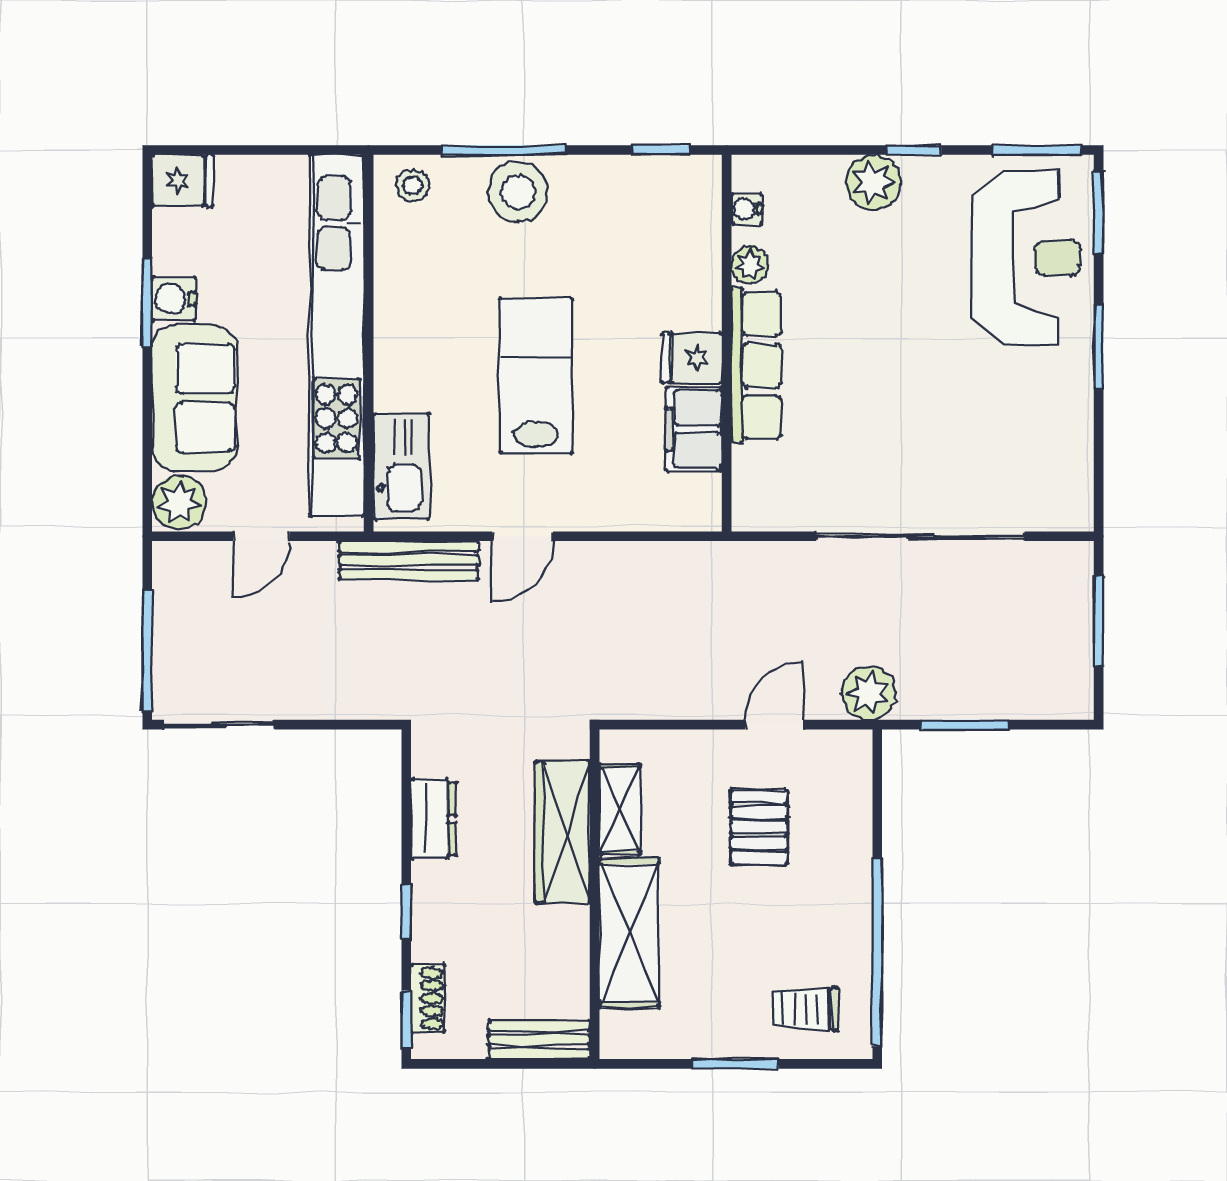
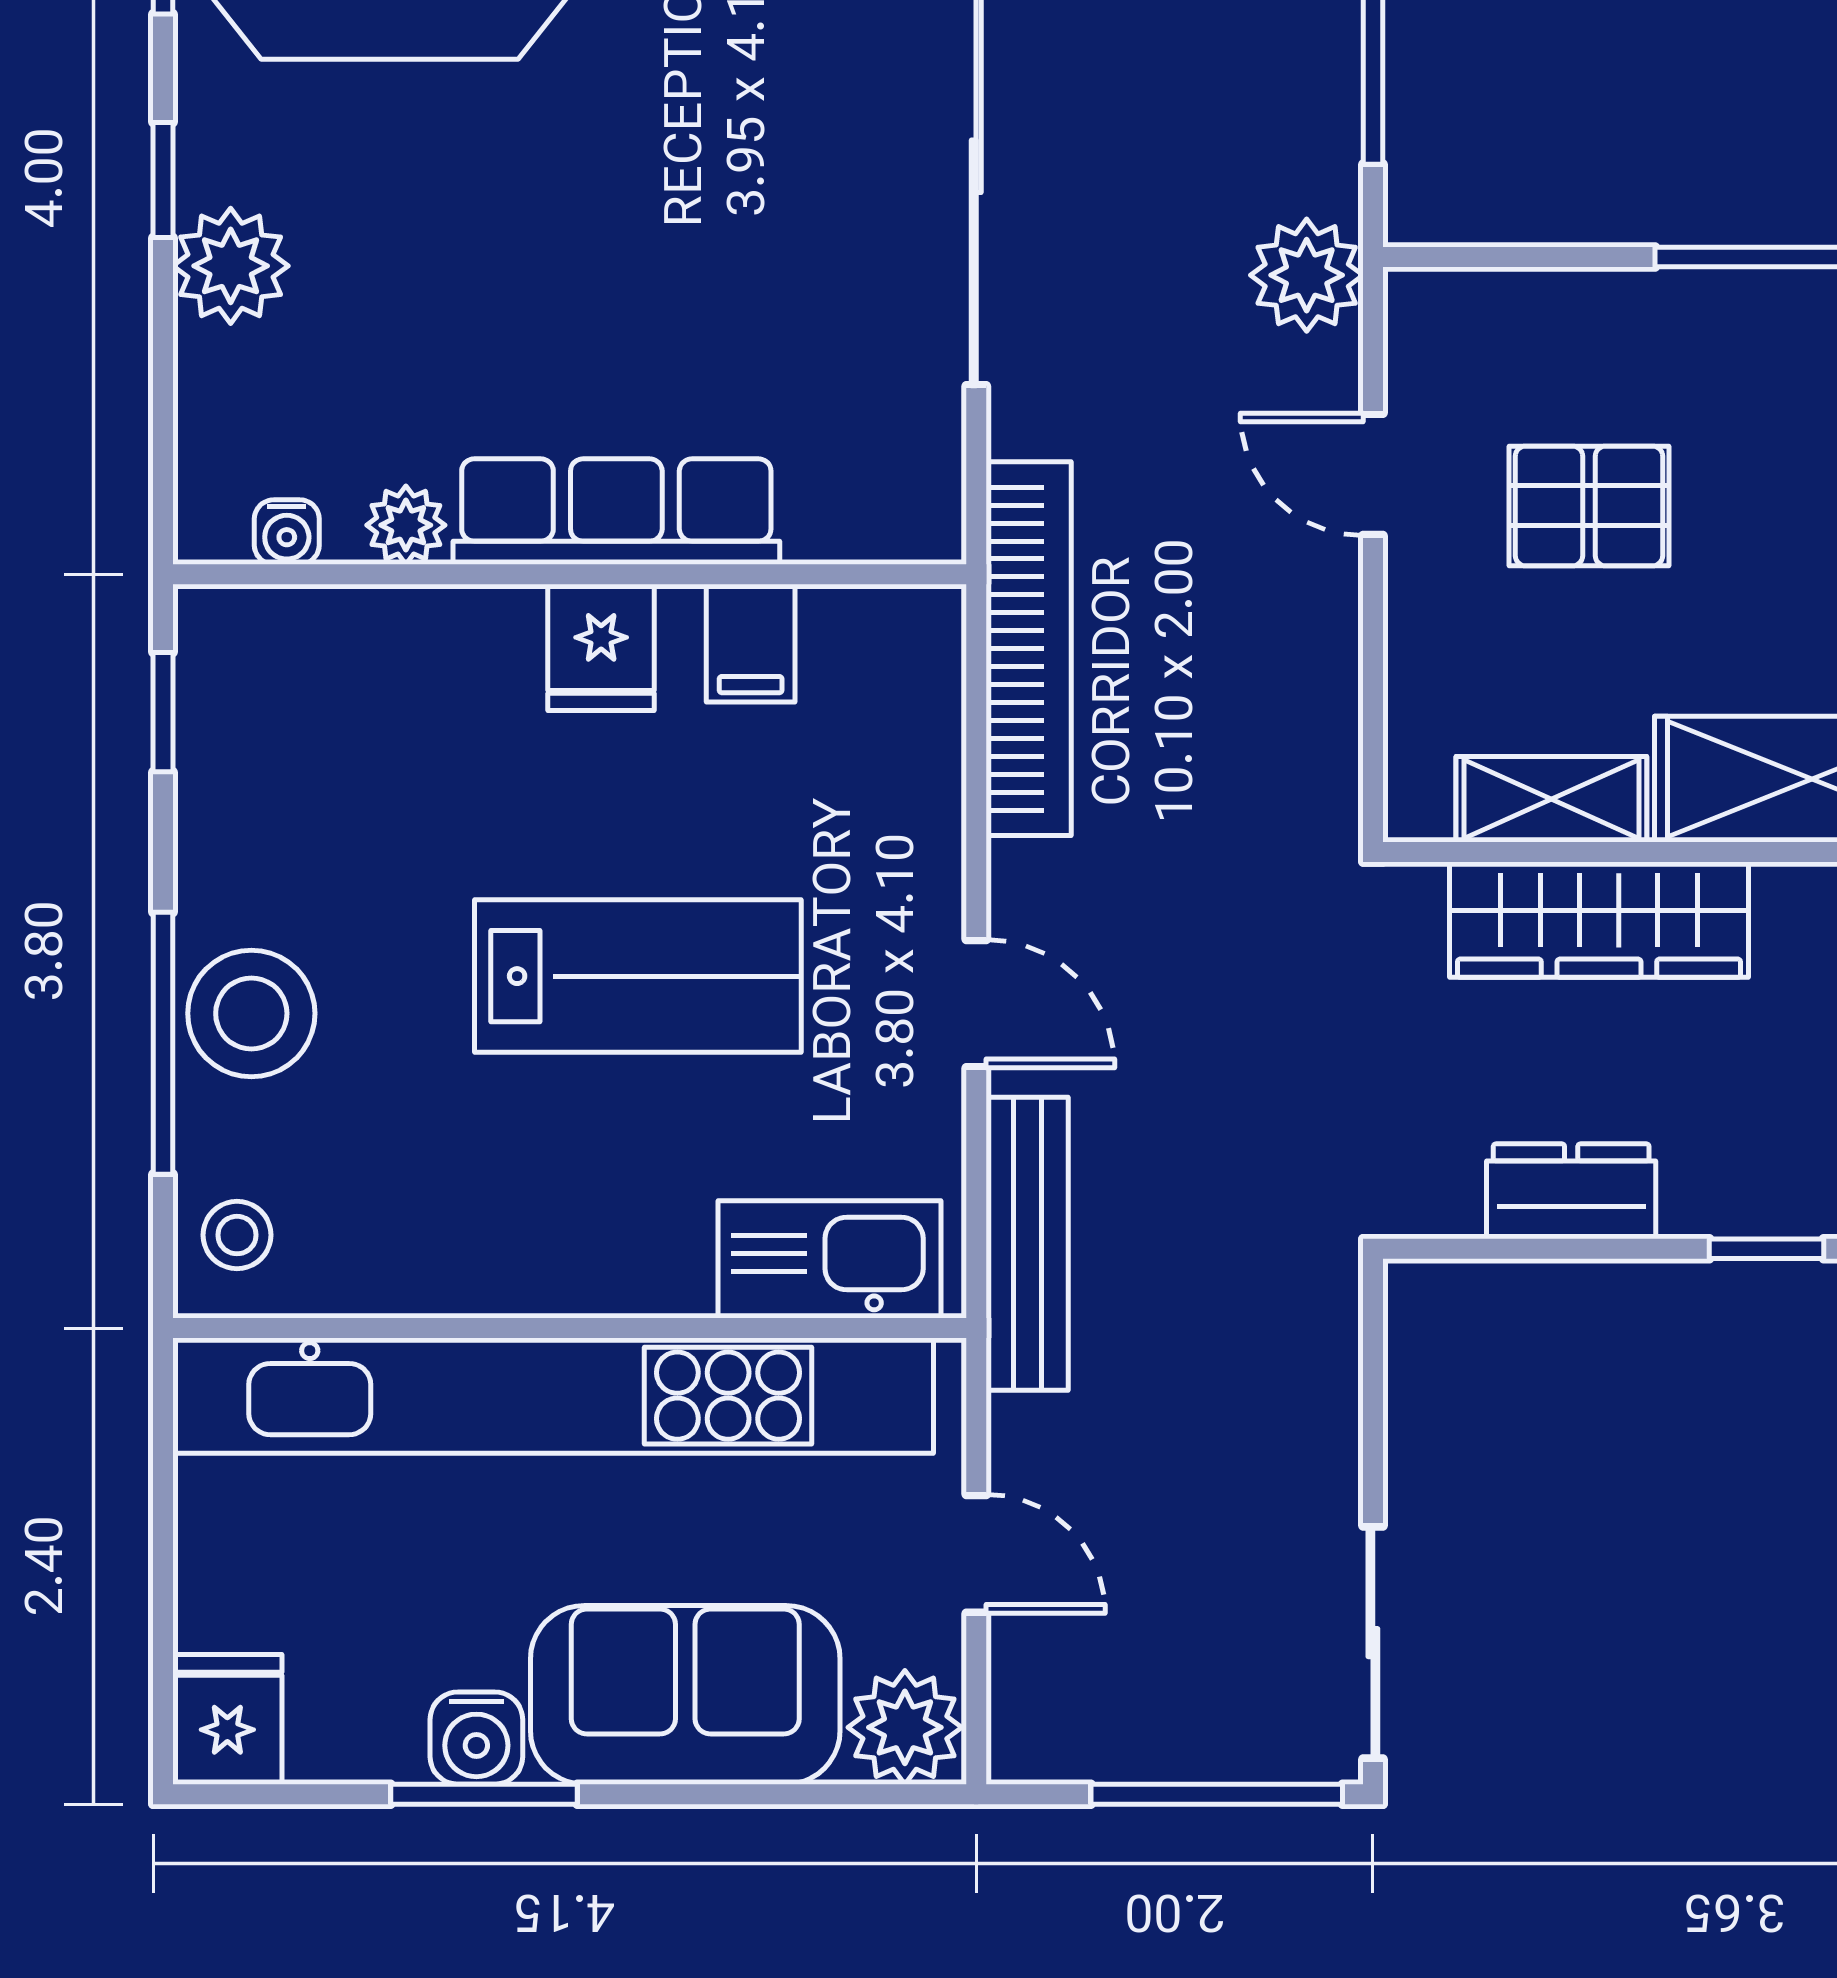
lab bench: (536, 376) -> (638, 976), turned 180
filing cabinet: (694, 429) -> (751, 643), width x0.50
bookcase: (691, 561) -> (1029, 649), added

